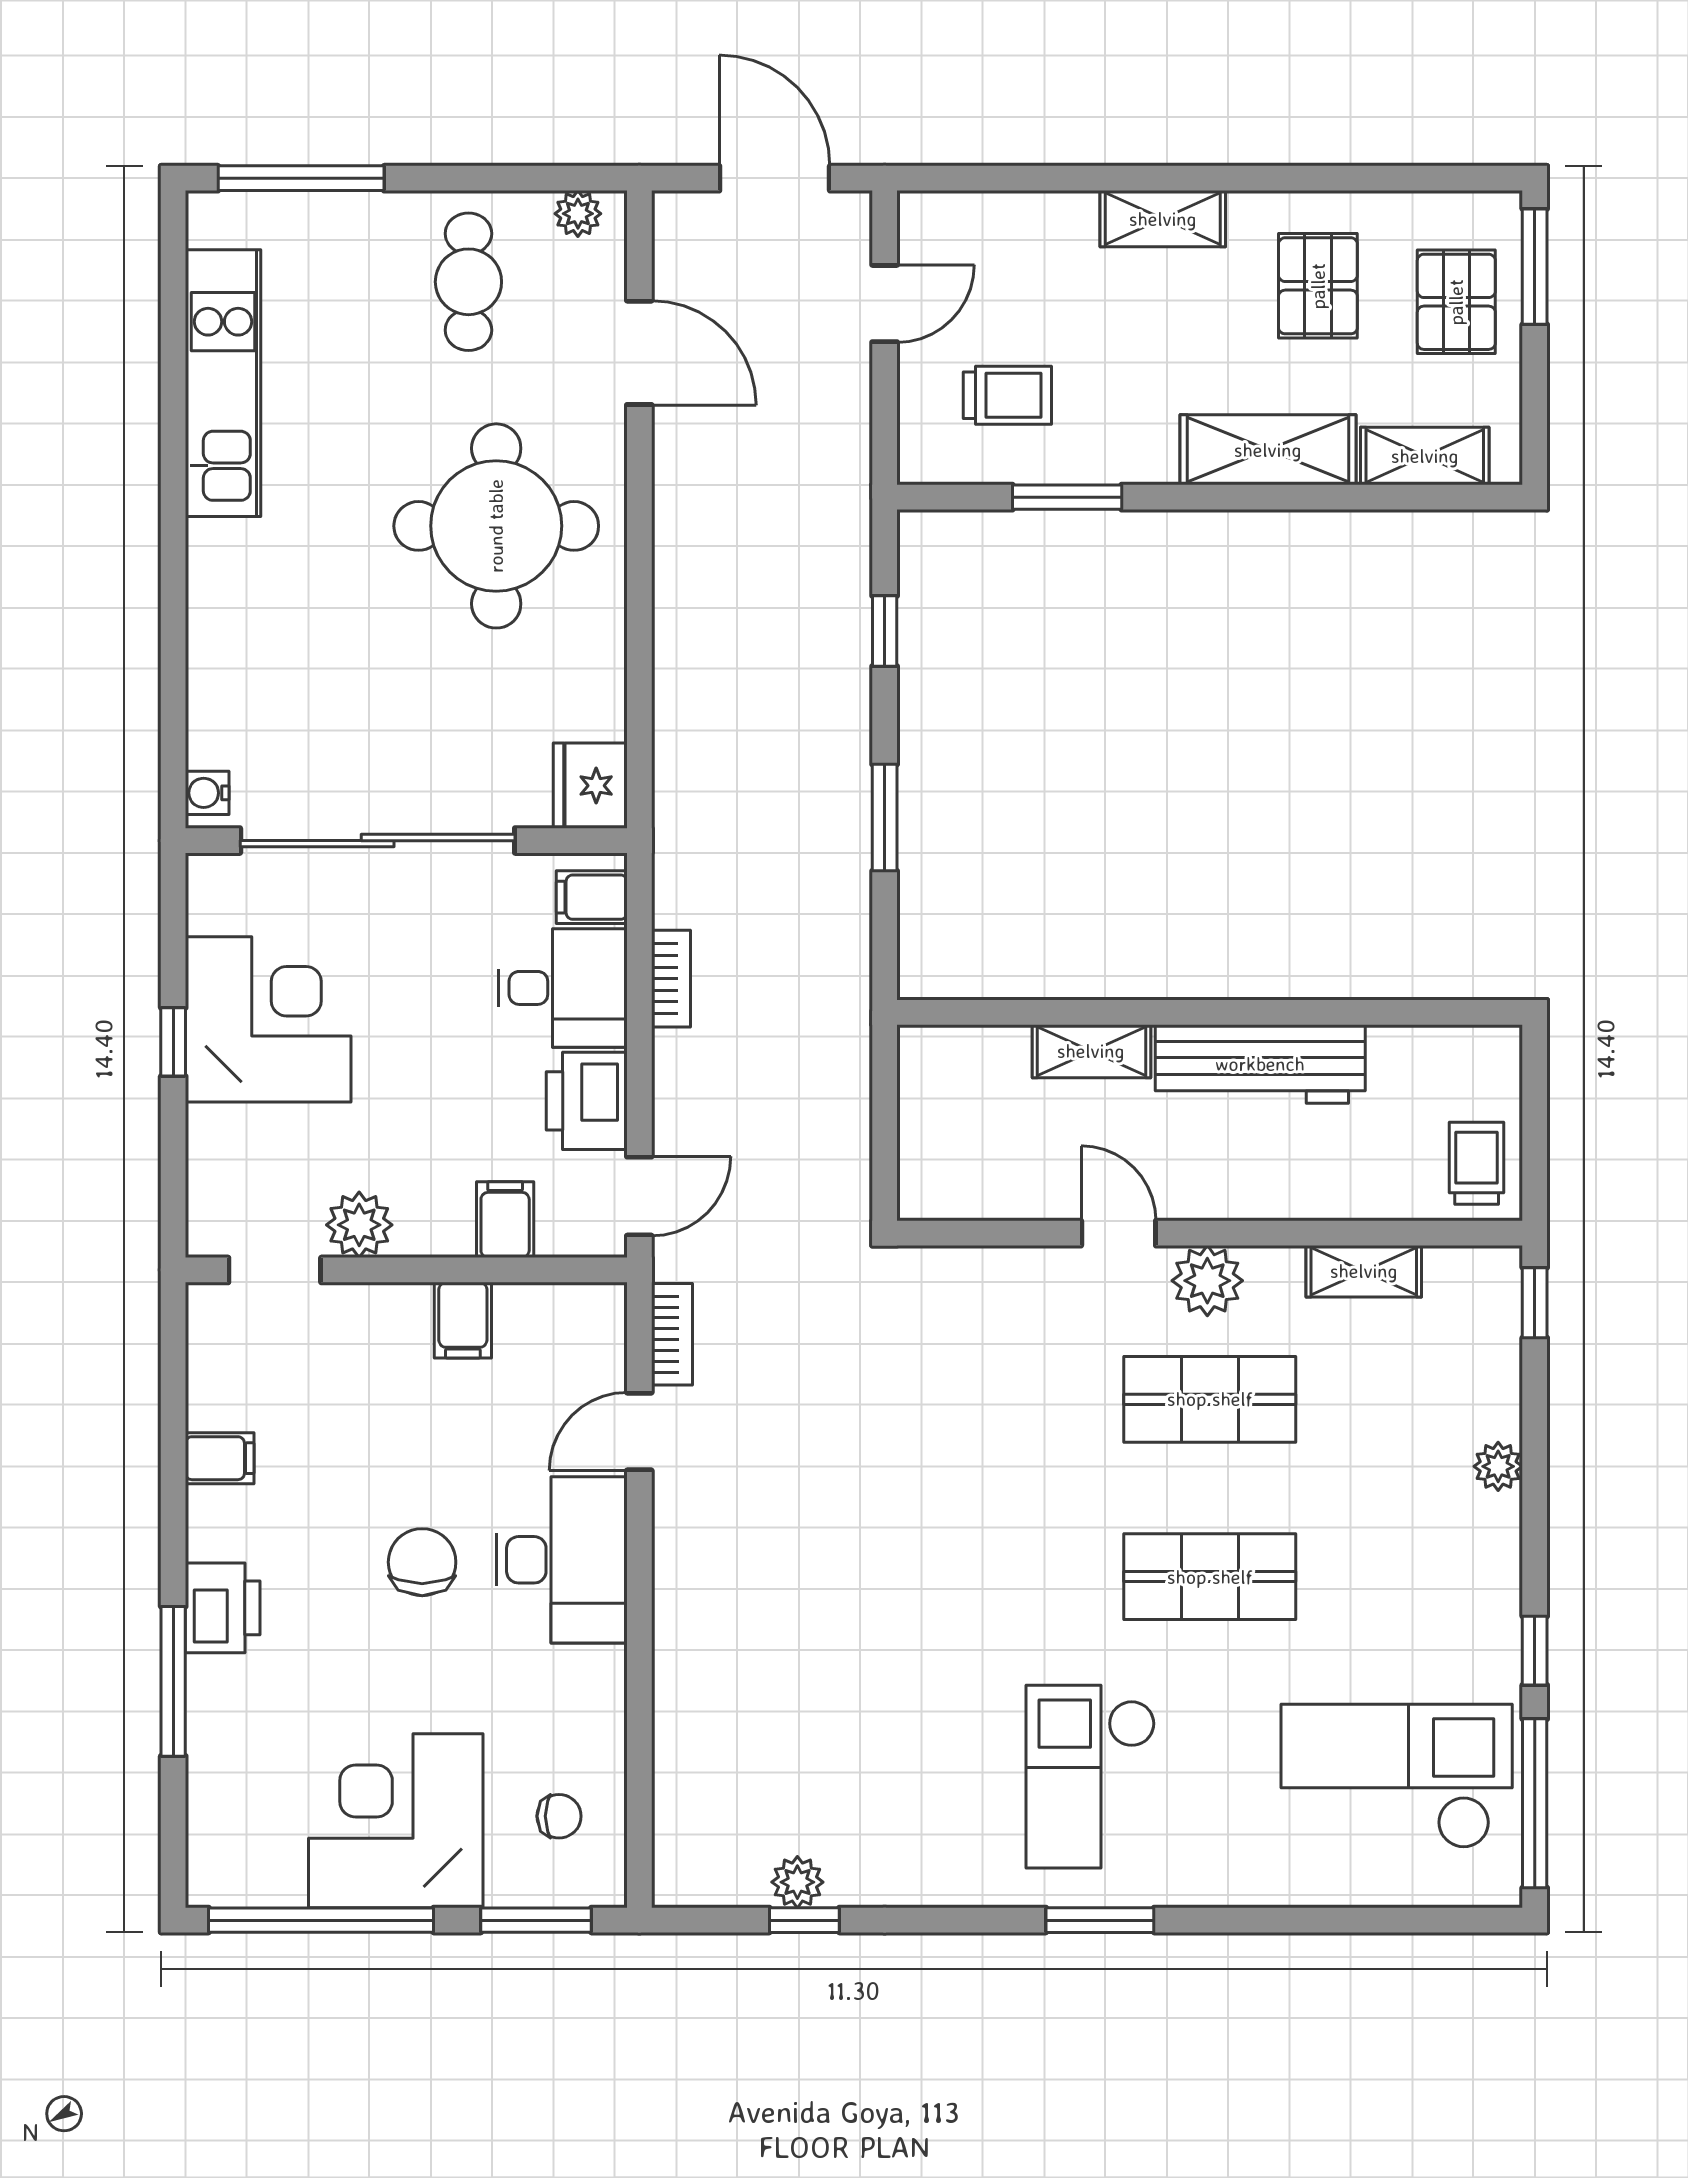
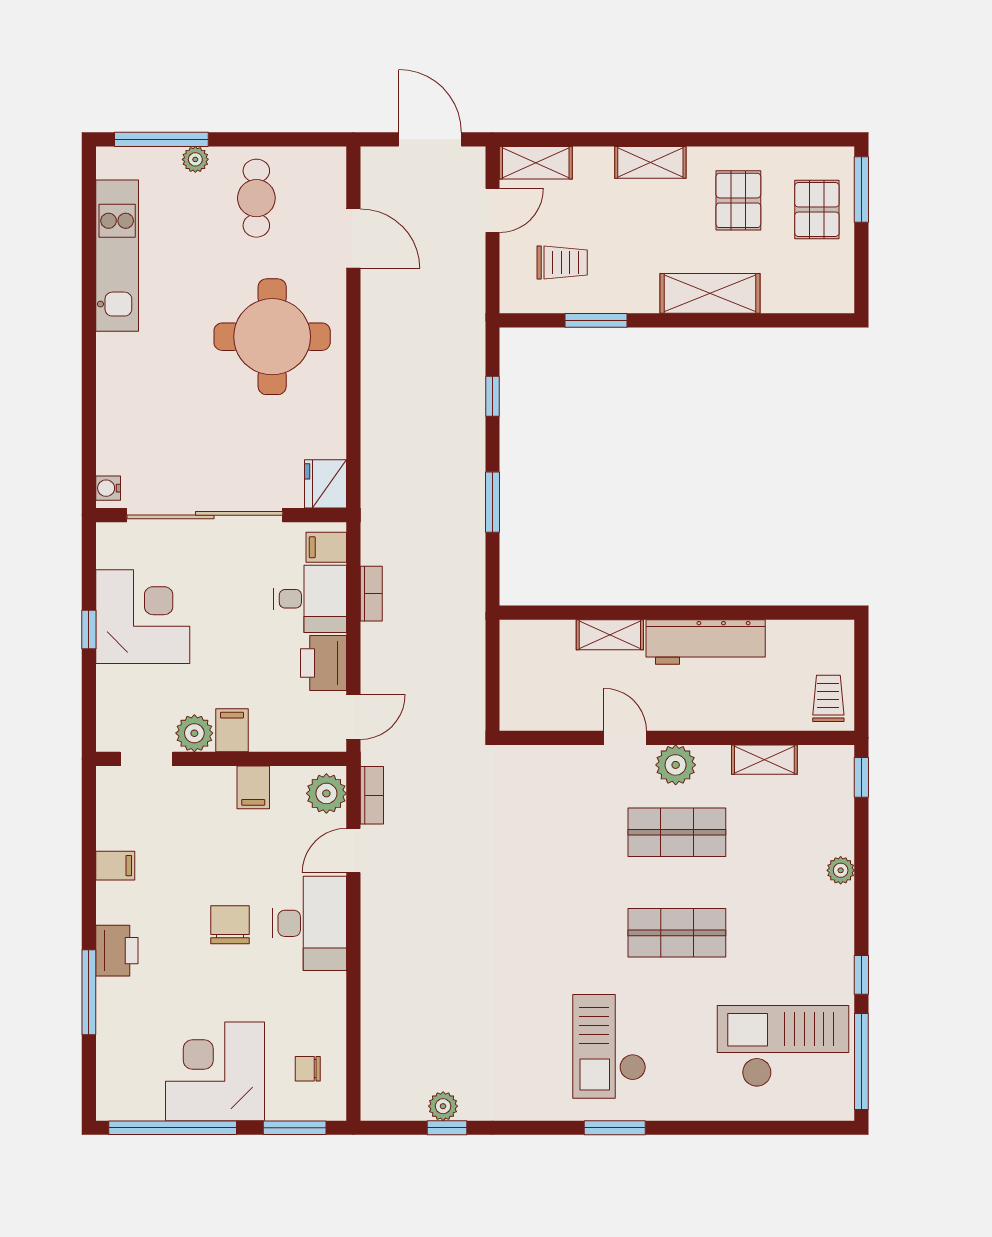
plant: (578, 214) -> (195, 159), moved
shelving: (1425, 456) -> (536, 163), moved
filing cabinet: (505, 1220) -> (232, 730), moved
plant: (592, 1331) -> (326, 793), added
chair: (559, 1816) -> (308, 1069), turned 180

